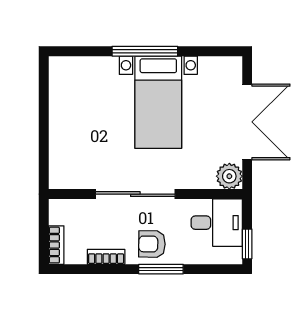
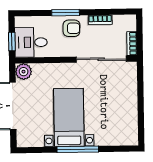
sliding door: (135, 194) -> (101, 59), moved
window: (247, 244) -> (12, 42), moved
bookcase: (56, 245) -> (132, 44), moved

